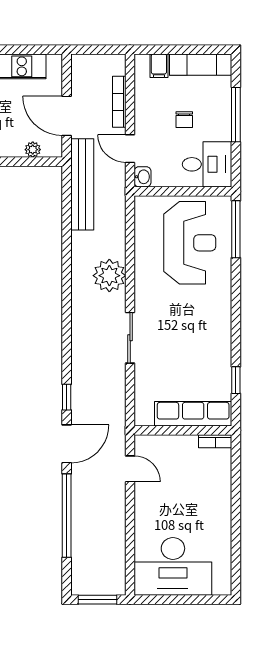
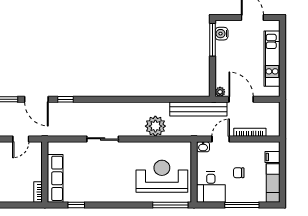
door: (67, 116) -> (241, 99), hinge flipped
plant: (33, 150) -> (220, 92), moved
reception desk: (190, 243) -> (162, 176), turned 180
plant: (109, 276) -> (155, 126), moved

